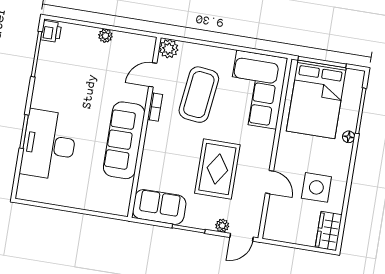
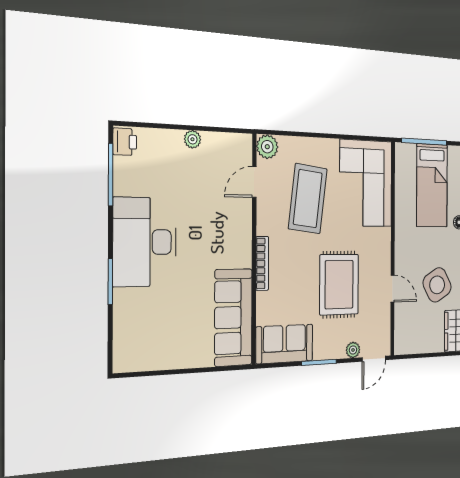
bed: (316, 99) -> (432, 185), width x0.67
bookcase: (155, 107) -> (262, 263), moved, width x1.56
sofa: (124, 140) -> (233, 317), moved
desk: (49, 145) -> (145, 242), moved
side table: (316, 187) -> (437, 285), turned -30

